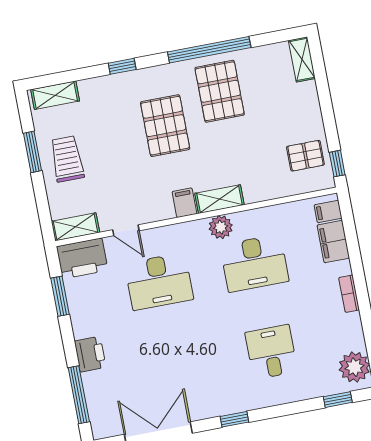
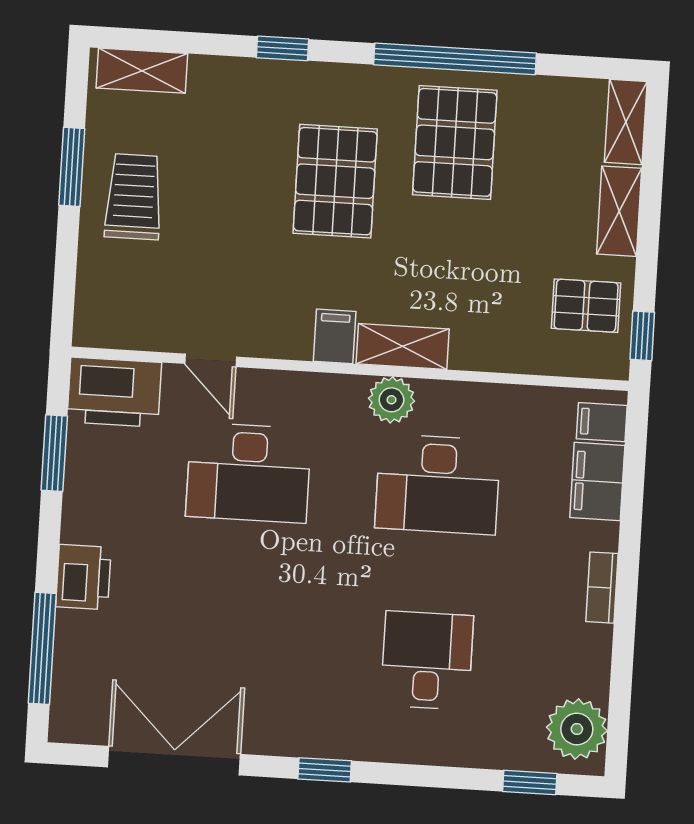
shelving: (75, 227) -> (619, 211), moved, turned 90

